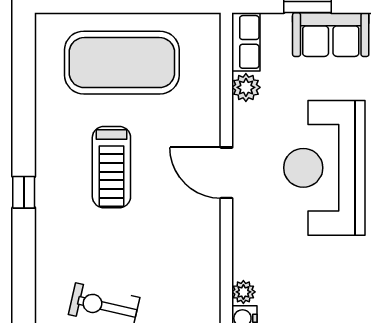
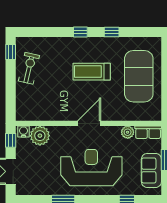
window: (24, 123) -> (112, 32), added
plant: (243, 292) -> (40, 136), width x1.87, depth x1.87

